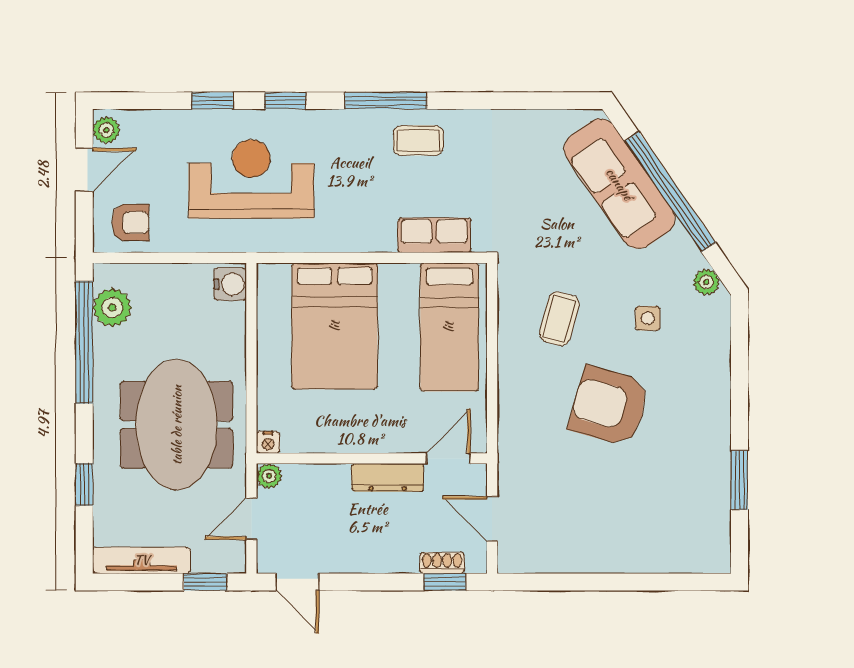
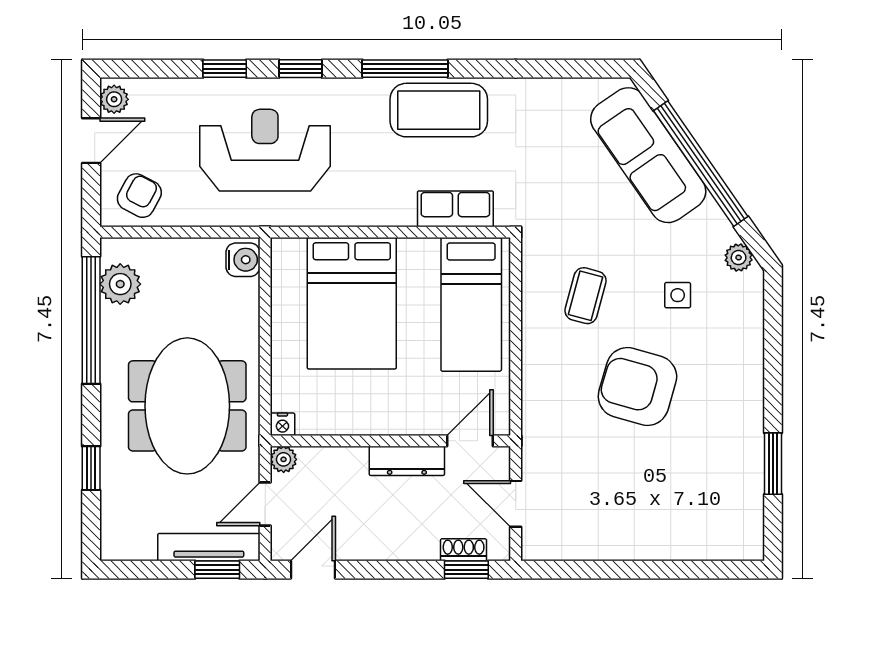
coffee table: (418, 140) -> (439, 110), width x1.86, depth x1.72
armchair: (131, 223) -> (139, 196), turned -62
tv unit: (142, 560) -> (209, 547), moved
door: (297, 582) -> (313, 570), swing flipped

